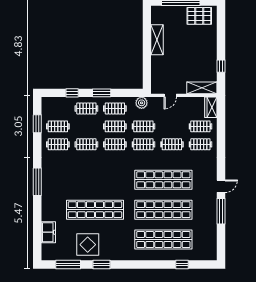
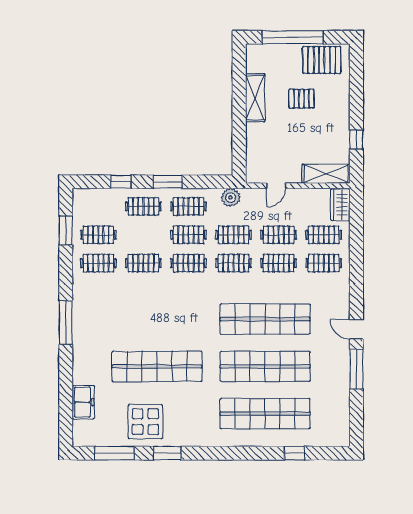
pallet: (186, 40) -> (301, 99), added
clothes rail: (172, 126) -> (279, 235), added
door: (221, 186) -> (356, 329), swing flipped

